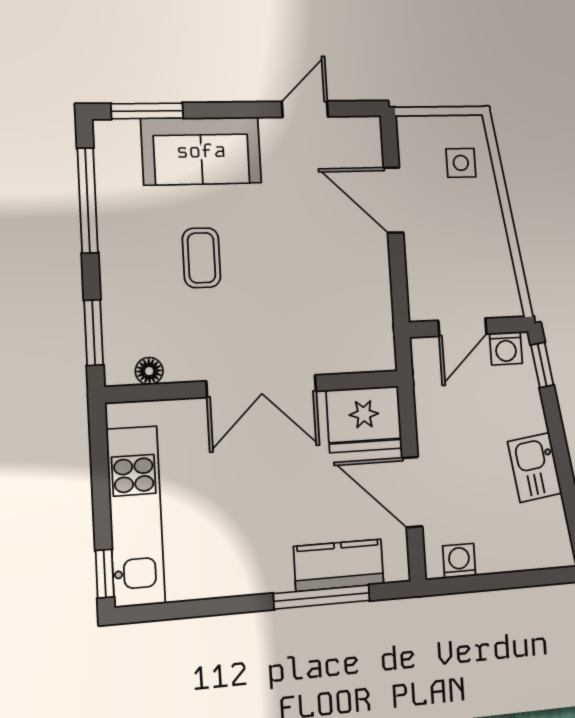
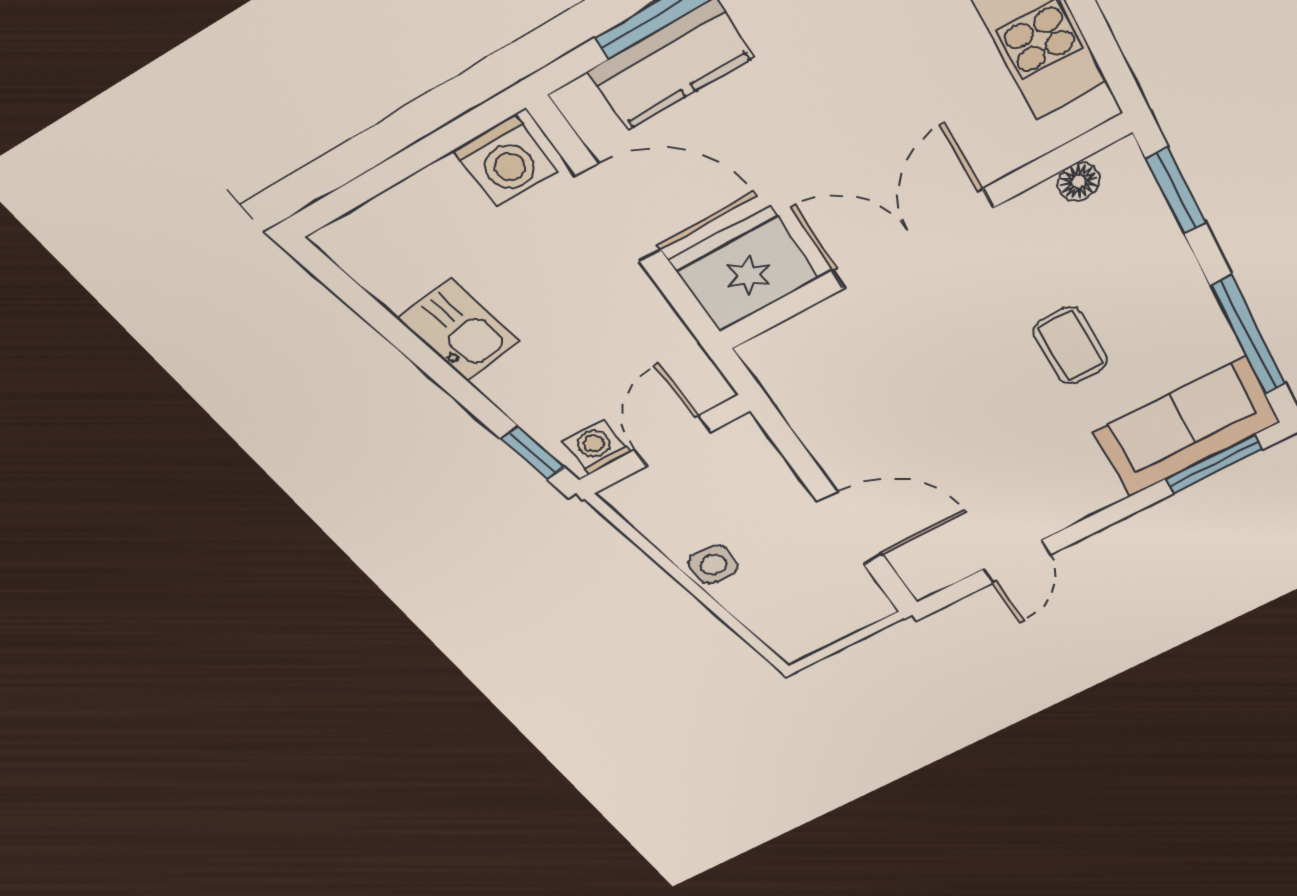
sofa: (201, 151) -> (1187, 427), moved
side table: (461, 163) -> (713, 564), moved
washing machine: (459, 561) -> (505, 161), width x1.38, depth x1.38

